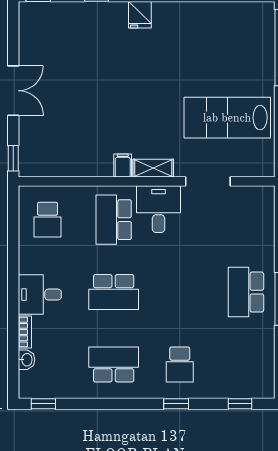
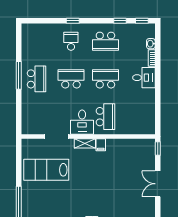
lab bench: (227, 118) -> (46, 170), turned 180
school desk: (48, 220) -> (71, 79), moved, width x1.85
window: (240, 404) -> (120, 21), moved

